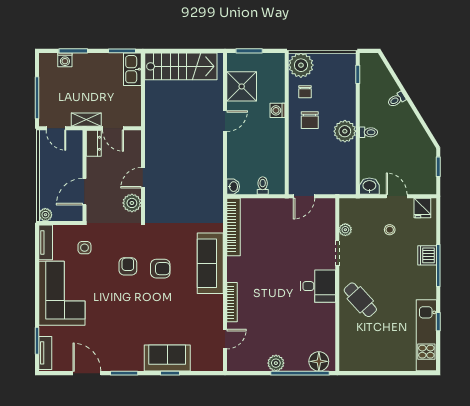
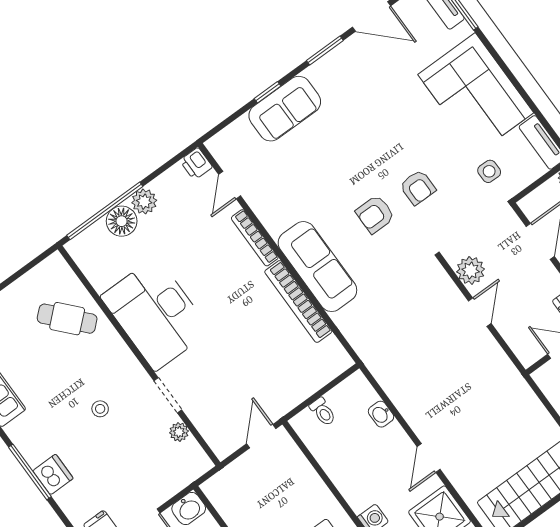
washbasin: (233, 187) -> (381, 414), moved
bookcase: (233, 227) -> (298, 302), moved
stool: (390, 230) -> (100, 409), moved
desk: (318, 286) -> (156, 314), width x1.87, depth x1.30
cafe table: (360, 300) -> (67, 319), moved
floor lamp: (319, 361) -> (122, 221), moved
printer: (234, 363) -> (196, 164), added

